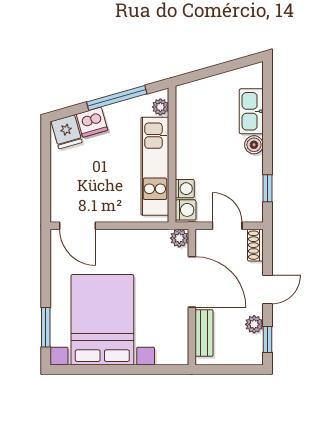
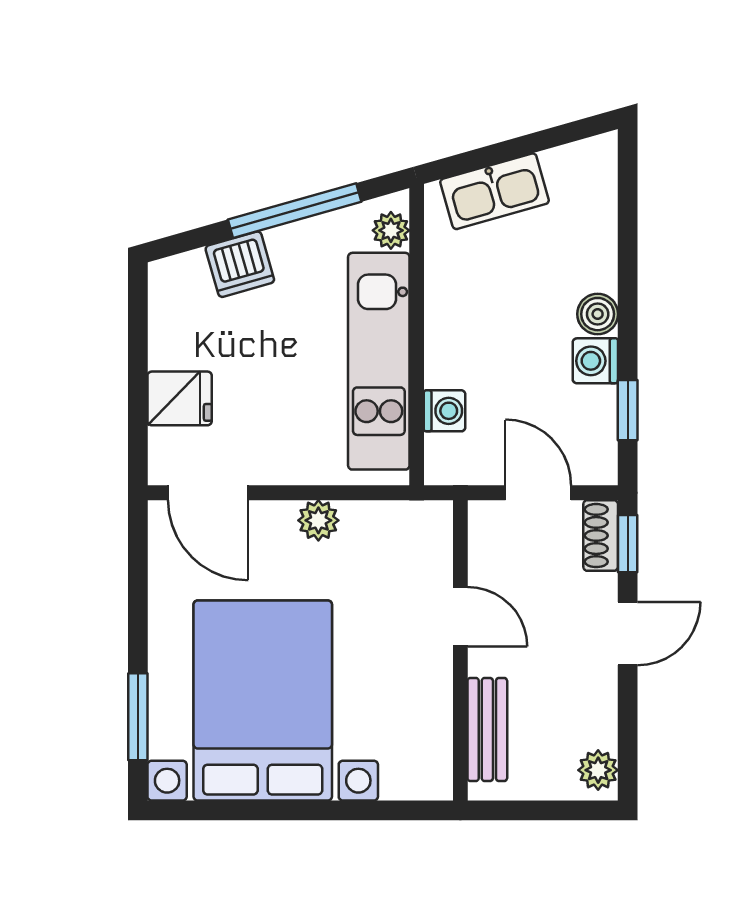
kitchen sink: (251, 111) -> (495, 191), moved, turned -106
fridge: (67, 132) -> (180, 398), moved, turned -74
washing machine: (186, 210) -> (595, 361), moved, turned 180
plant: (179, 238) -> (318, 520), moved
door: (192, 282) -> (460, 617), width x0.53
plant: (254, 324) -> (598, 770), moved
window: (268, 340) -> (628, 544), moved

